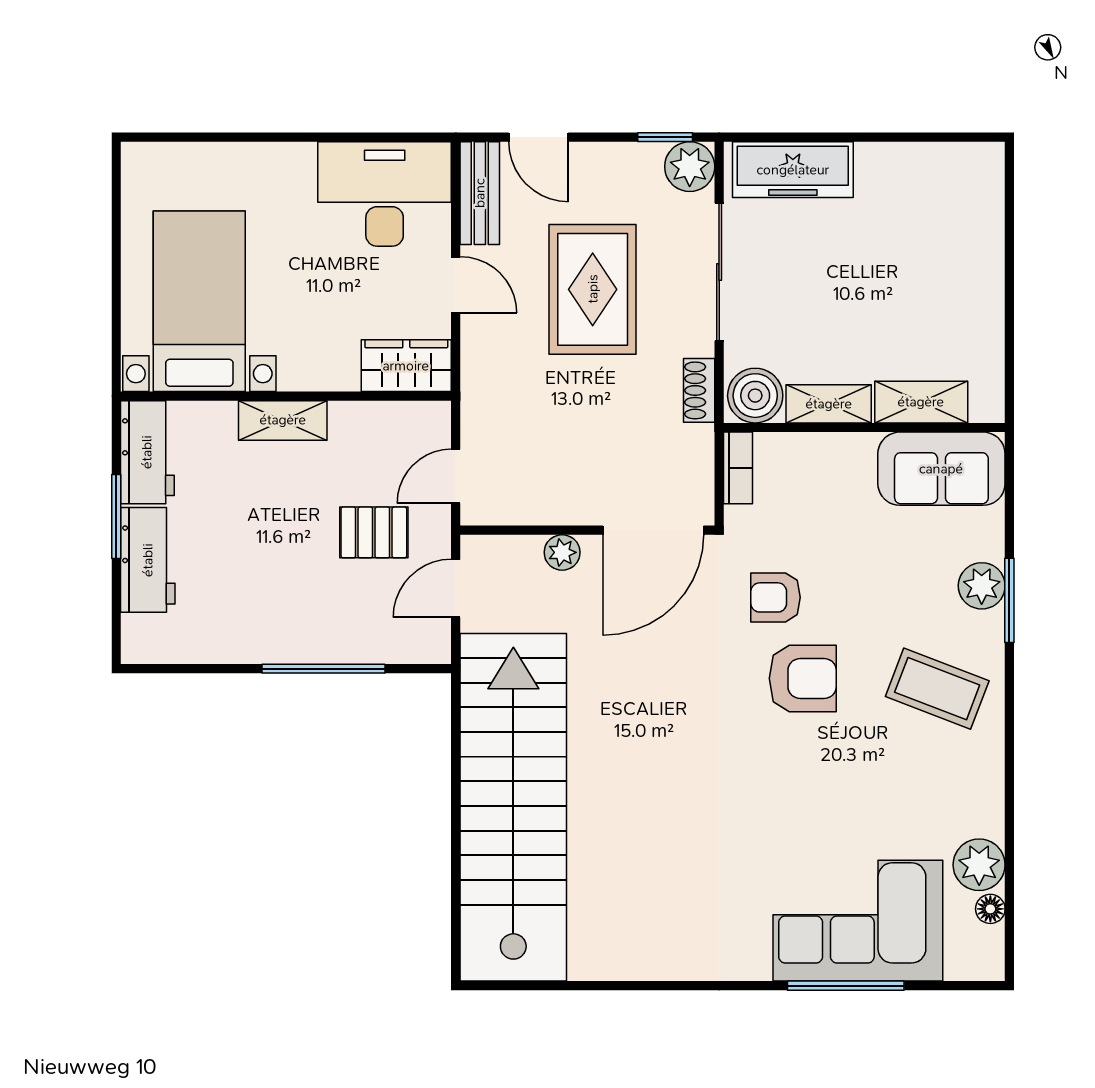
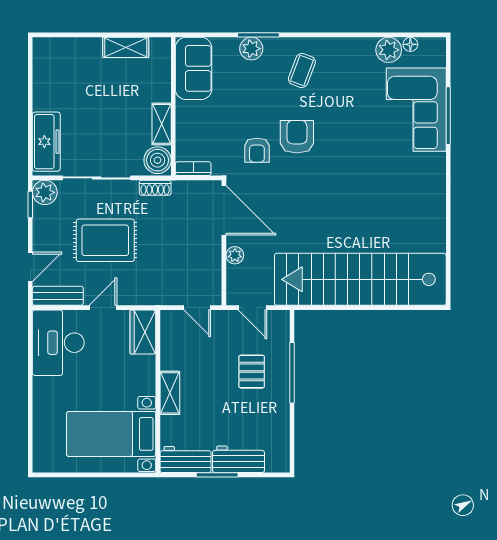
shelving: (921, 402) -> (126, 47), moved, turned 90
pallet: (374, 532) -> (252, 372), moved
coffee table: (937, 689) -> (302, 71), width x0.73, depth x0.77

